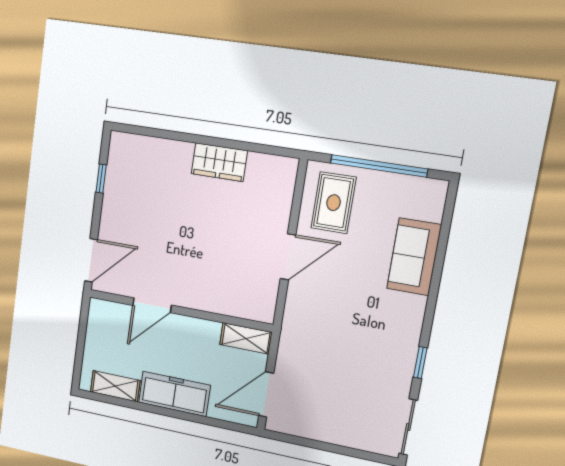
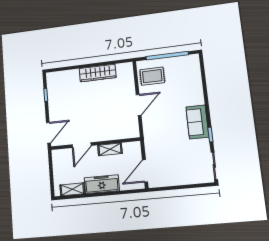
wardrobe: (219, 162) -> (98, 73), width x1.50
rug: (334, 203) -> (152, 76), turned 90
sofa: (414, 257) -> (197, 122), moved
shelving: (246, 338) -> (110, 149), moved

